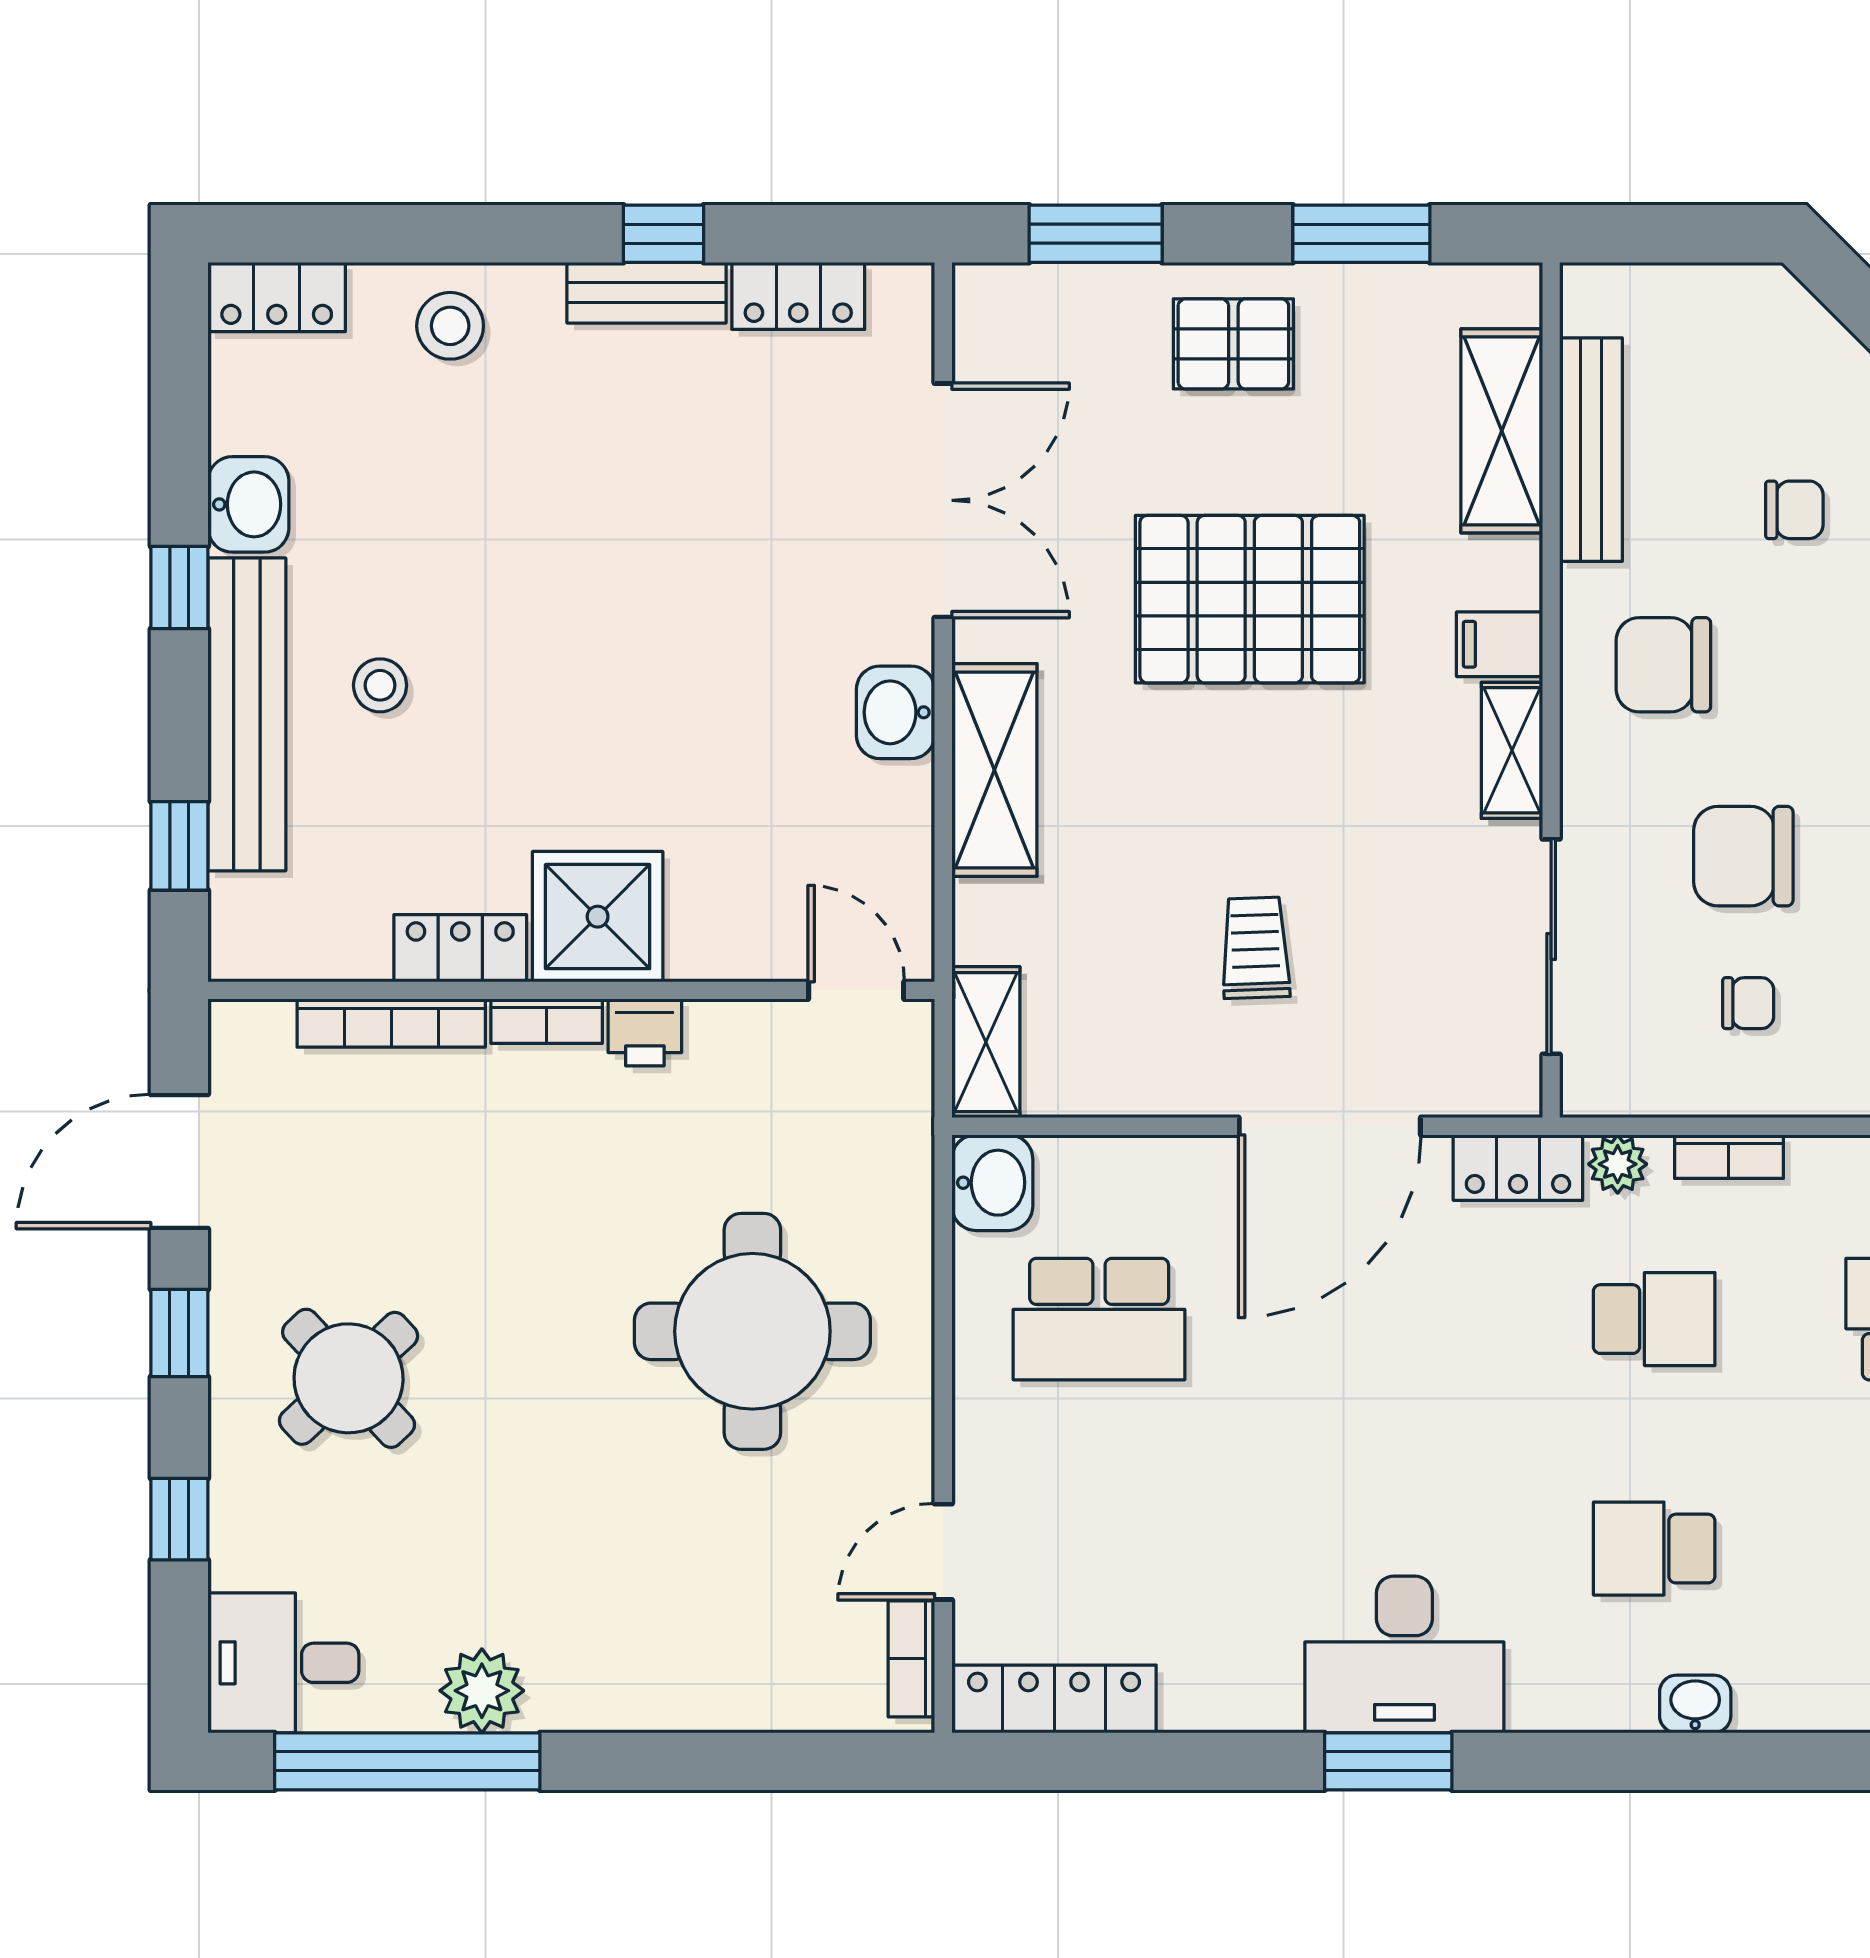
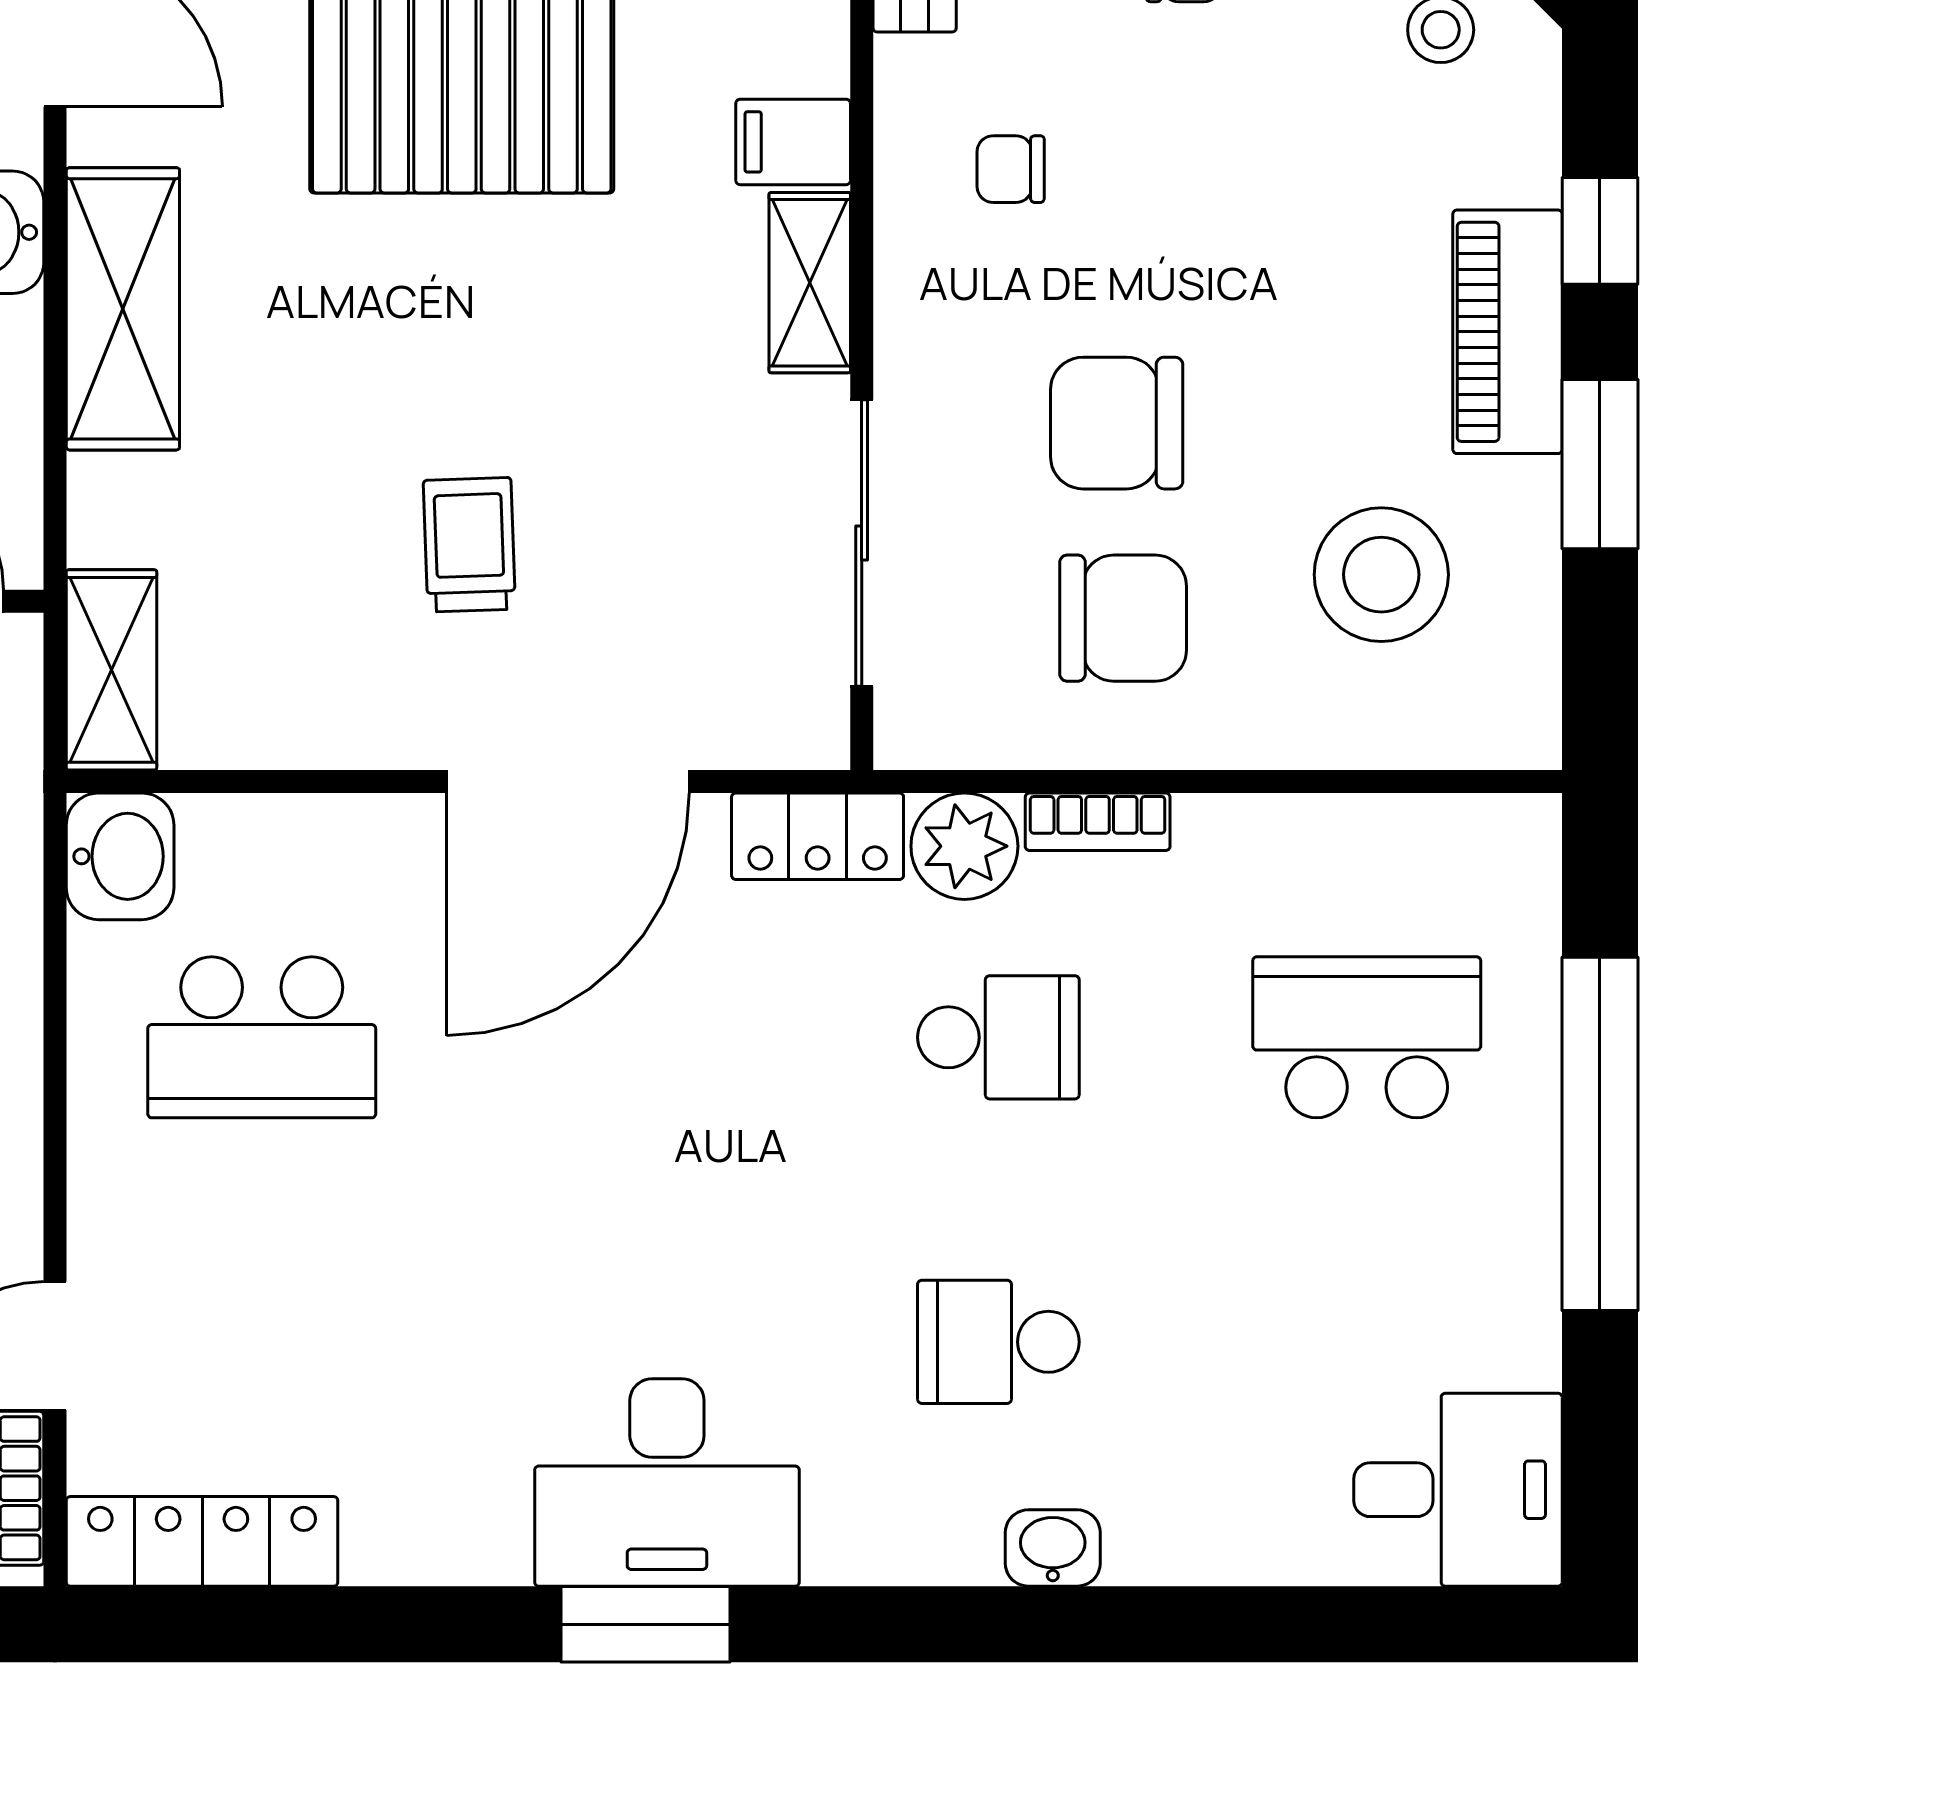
chair: (1663, 665) -> (1011, 169), width x0.54, depth x0.54
chair: (1748, 1003) -> (1123, 618), width x1.87, depth x1.87
plant: (1618, 1164) -> (964, 846), width x1.38, depth x1.38

